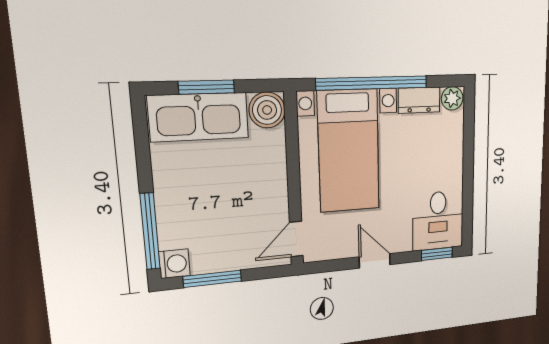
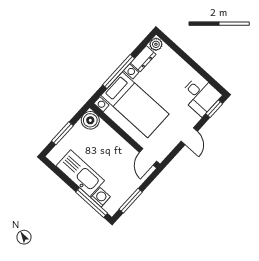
window: (372, 83) -> (119, 72), width x0.68
kitchen sink: (199, 117) -> (80, 173), moved, turned -90
door: (375, 261) -> (189, 136), swing flipped
washing machine: (174, 264) -> (101, 197), moved

